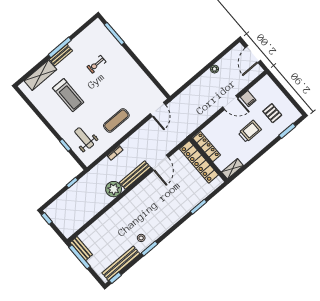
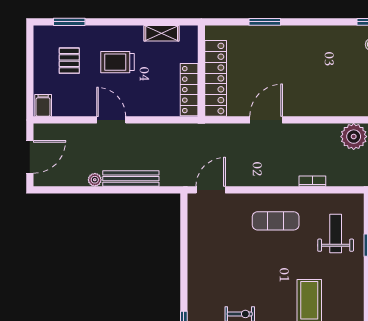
filing cabinet: (248, 99) -> (43, 105), moved
weight bench: (84, 138) -> (336, 234), turned 180
shelving: (232, 169) -> (162, 33), moved
bench: (135, 175) -> (131, 179), moved

